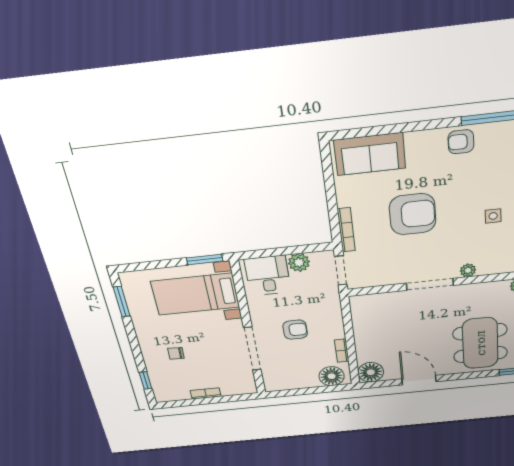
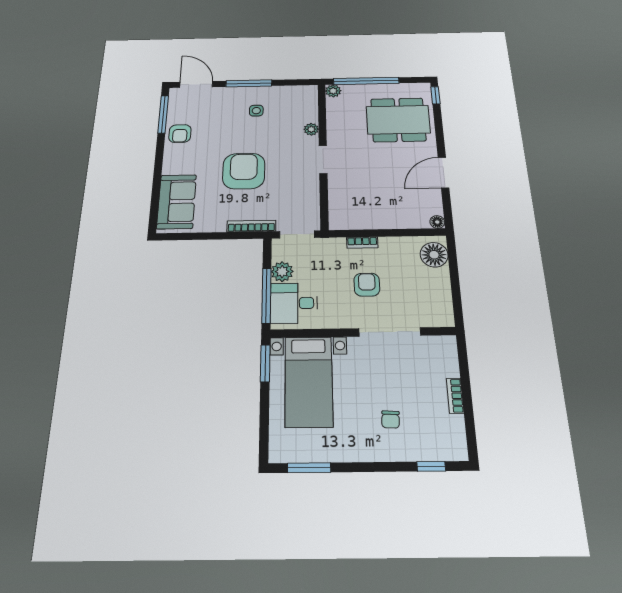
window: (272, 252) -> (266, 296), added
doorway: (430, 284) -> (323, 160), width x0.73
bookcase: (342, 351) -> (362, 242), moved
floor lamp: (371, 372) -> (437, 222), width x0.53, depth x0.53

